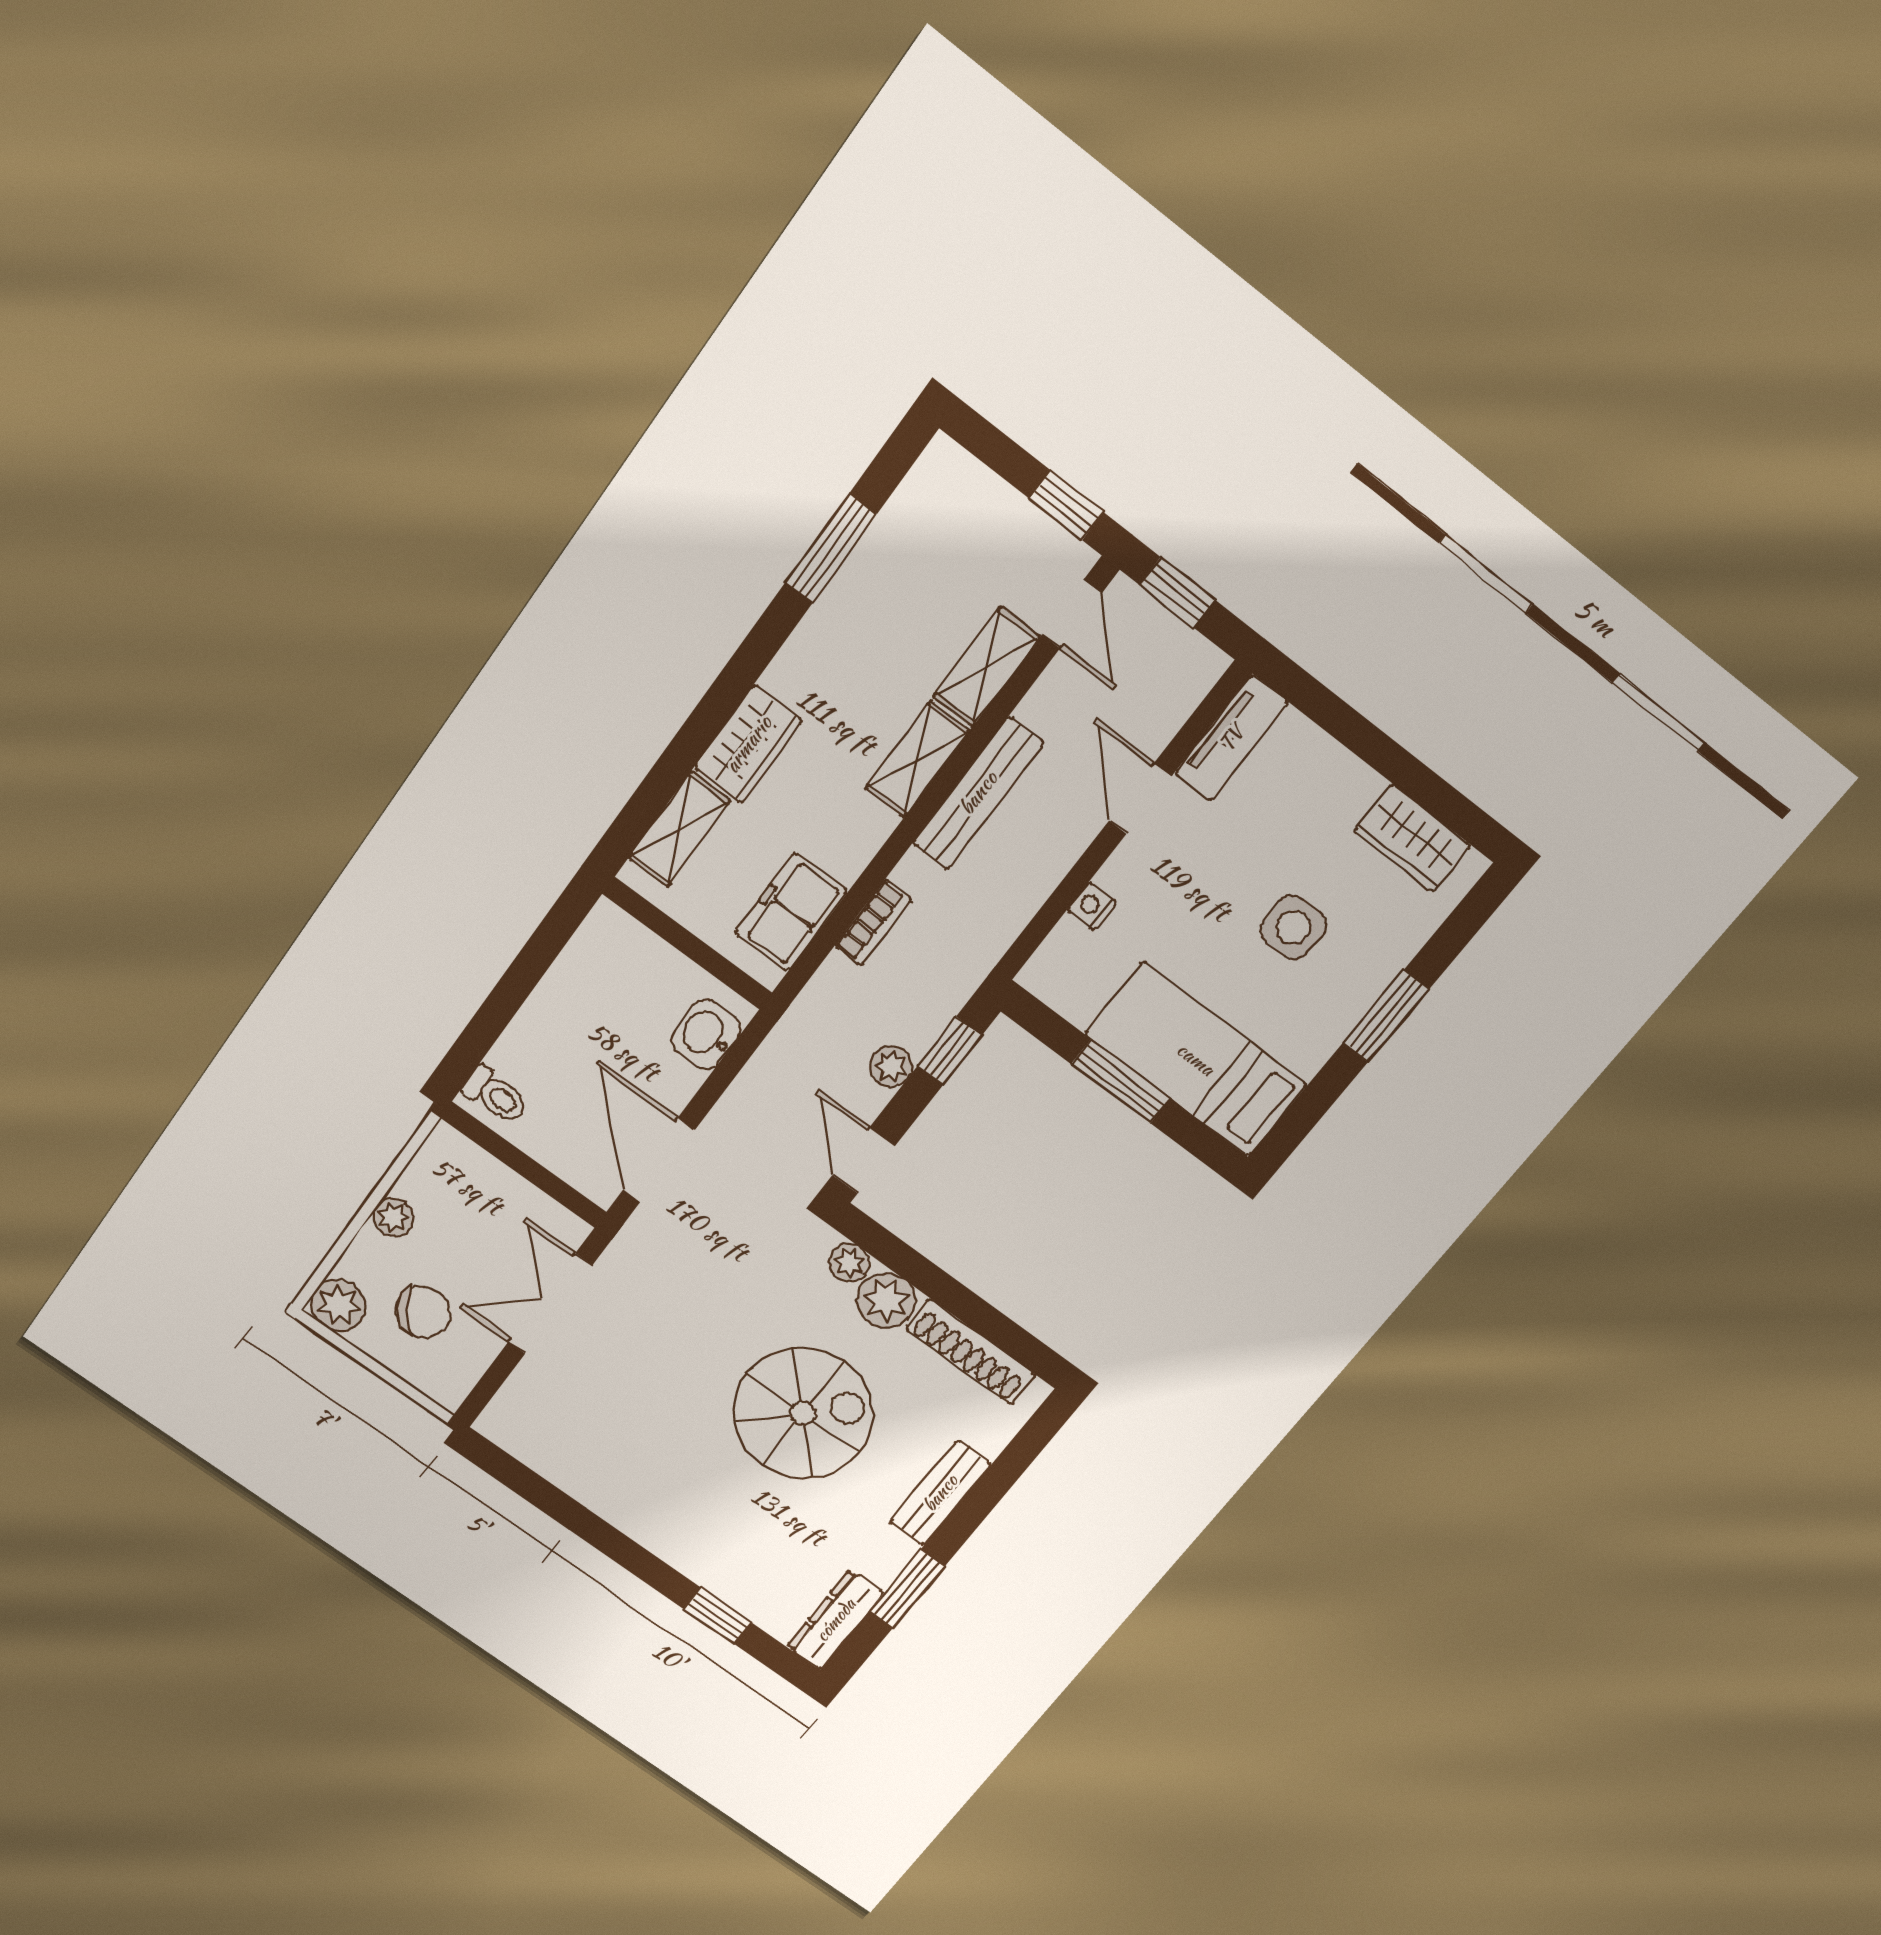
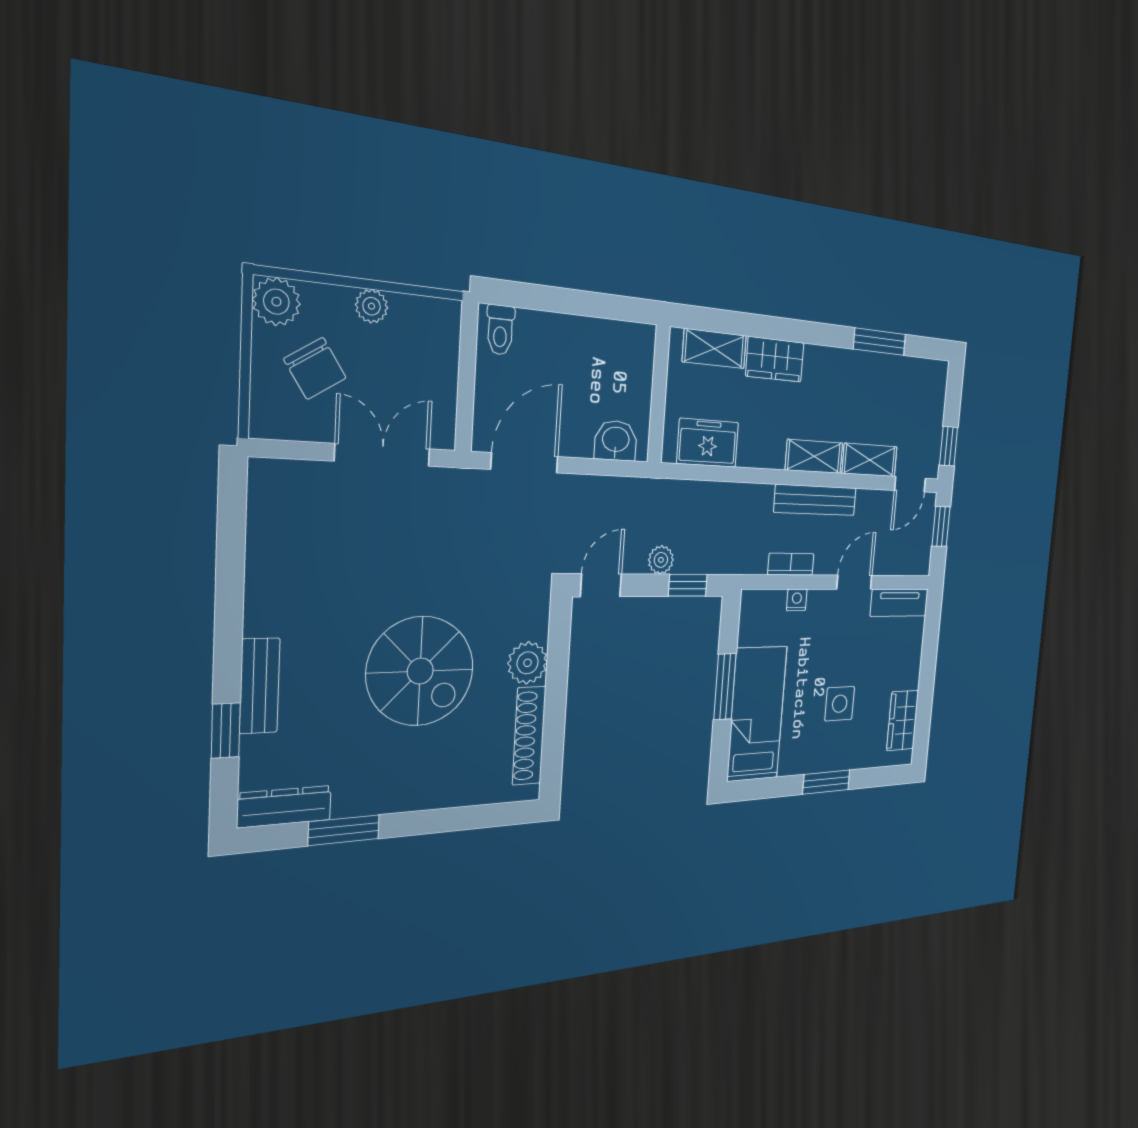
bookcase: (873, 923) -> (791, 564), moved, turned 180
plant: (849, 1263) -> (536, 624), removed
bench: (940, 1493) -> (260, 686), moved, turned 90

